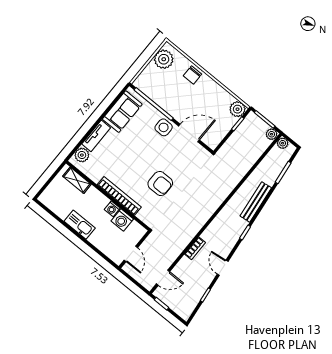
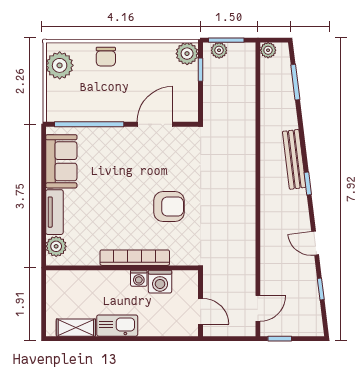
side table: (164, 127) -> (122, 141), removed
plant: (272, 134) -> (219, 50), moved
shelving: (77, 180) -> (76, 328), moved
bench: (256, 202) -> (294, 159), moved
bookcase: (195, 248) -> (267, 247), removed

